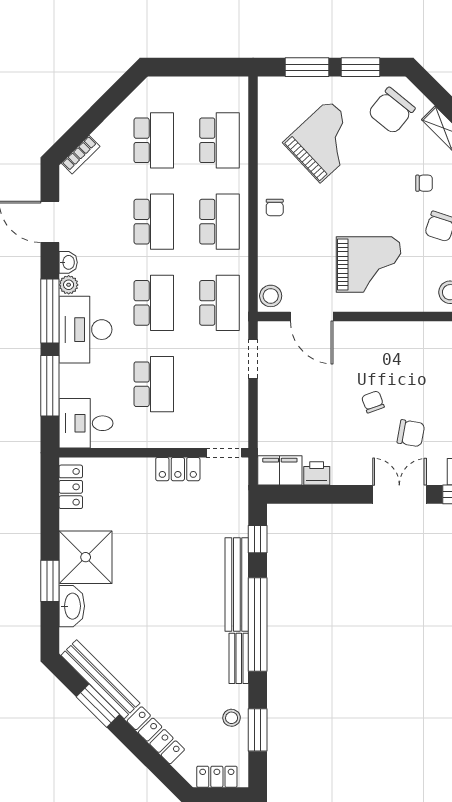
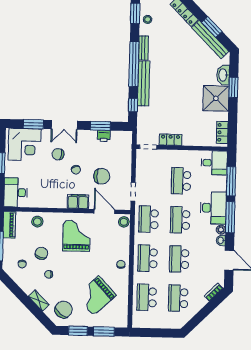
grand piano: (368, 265) -> (76, 236), turned 90
chair: (319, 390) -> (102, 176), added
filing cabinet: (280, 470) -> (78, 202), moved, turned 180
window: (324, 494) -> (100, 126), added

